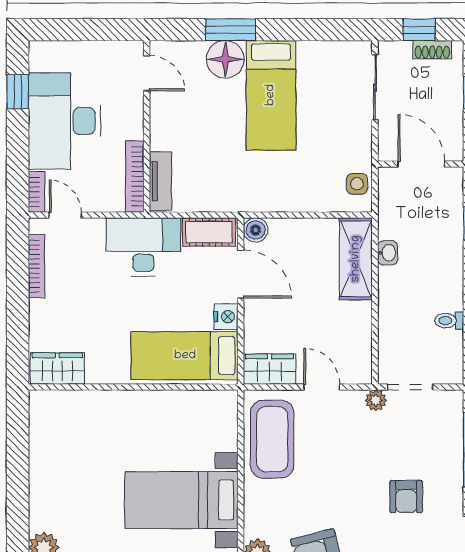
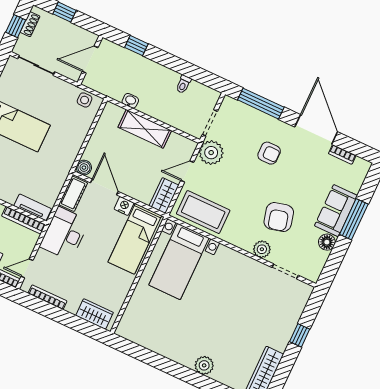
shelving: (356, 259) -> (145, 129), moved
door: (241, 274) -> (104, 187), hinge flipped
wardrobe: (57, 369) -> (94, 314), moved, turned 90
plant: (376, 400) -> (211, 153), width x1.88, depth x1.88
bed with nightstands: (181, 500) -> (179, 262), moved

